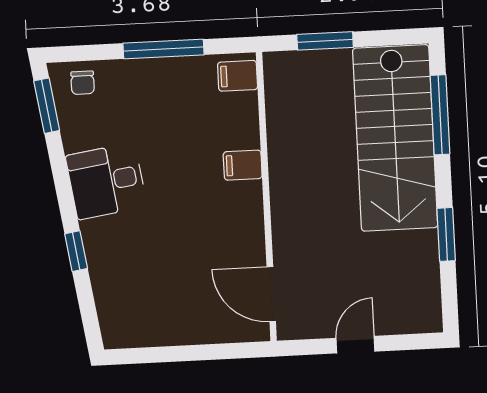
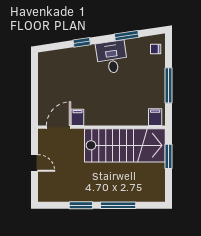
window: (47, 106) -> (127, 36), moved
window: (440, 115) -> (118, 205), moved
stairs: (395, 138) -> (125, 145), moved, turned 180
filing cabinet: (243, 165) -> (77, 117), moved

